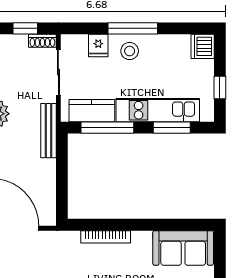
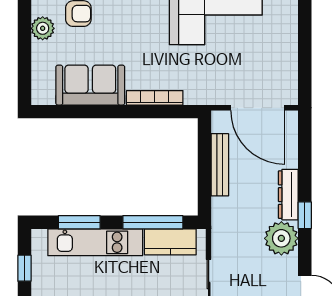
bench: (48, 131) -> (220, 165), moved
sofa: (183, 248) -> (90, 85), moved

